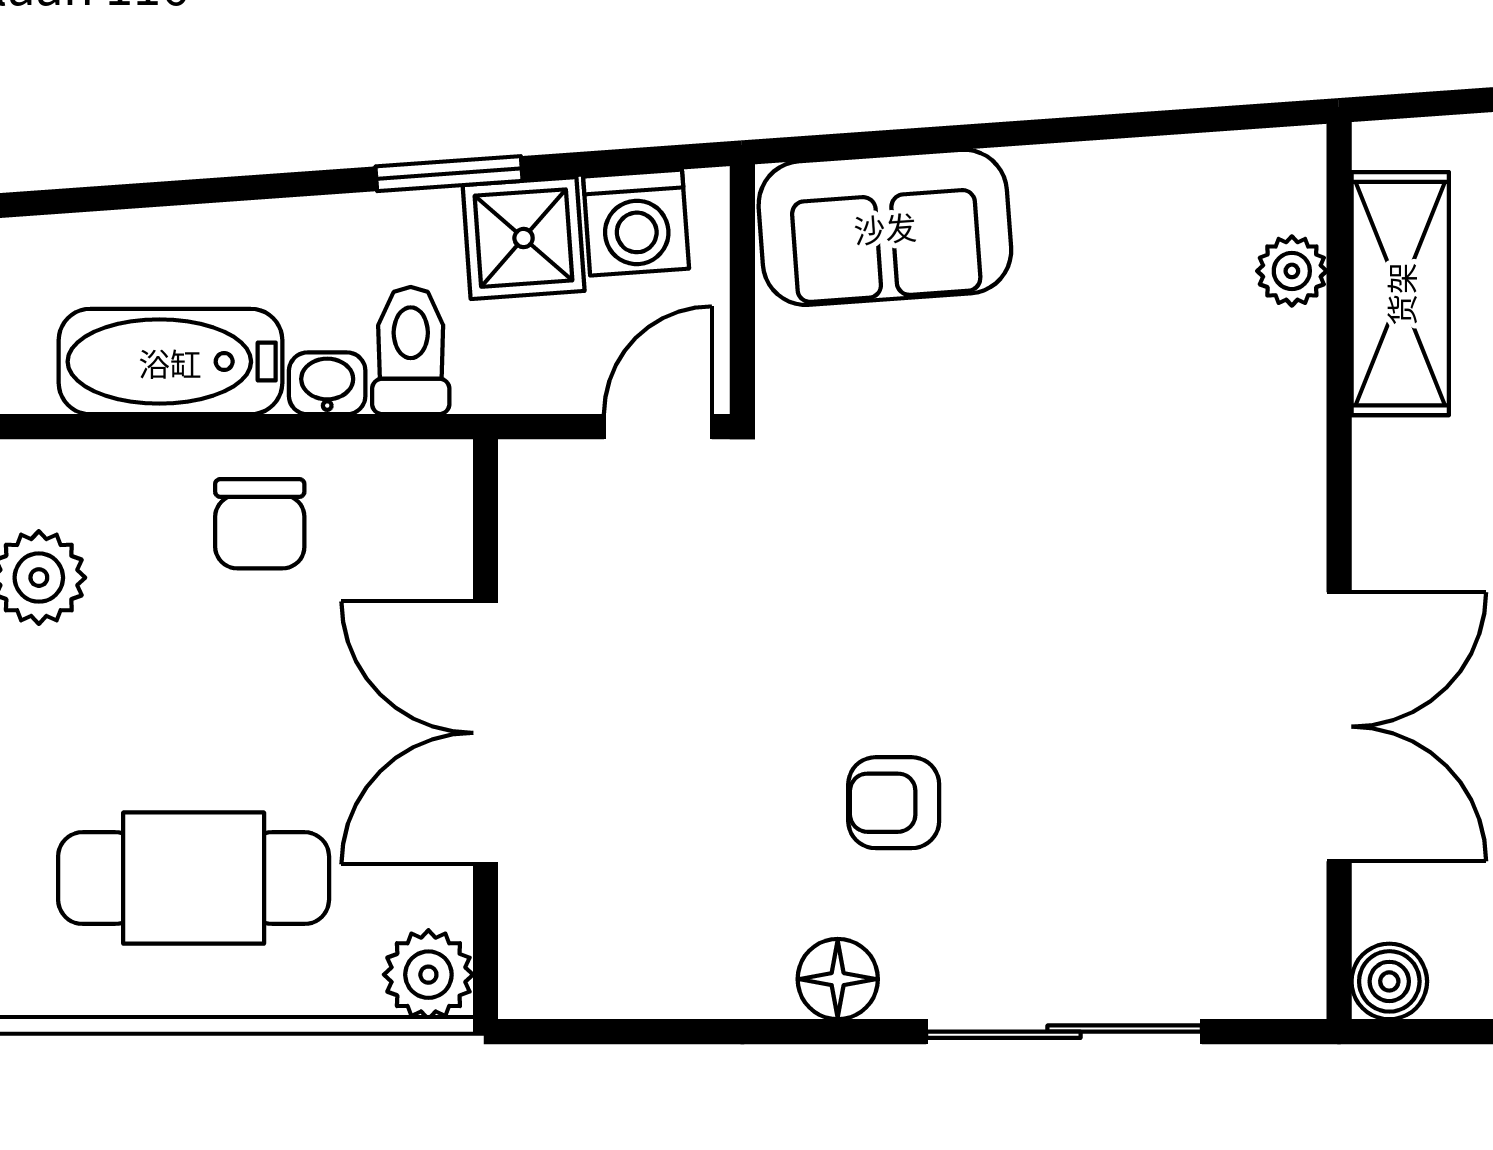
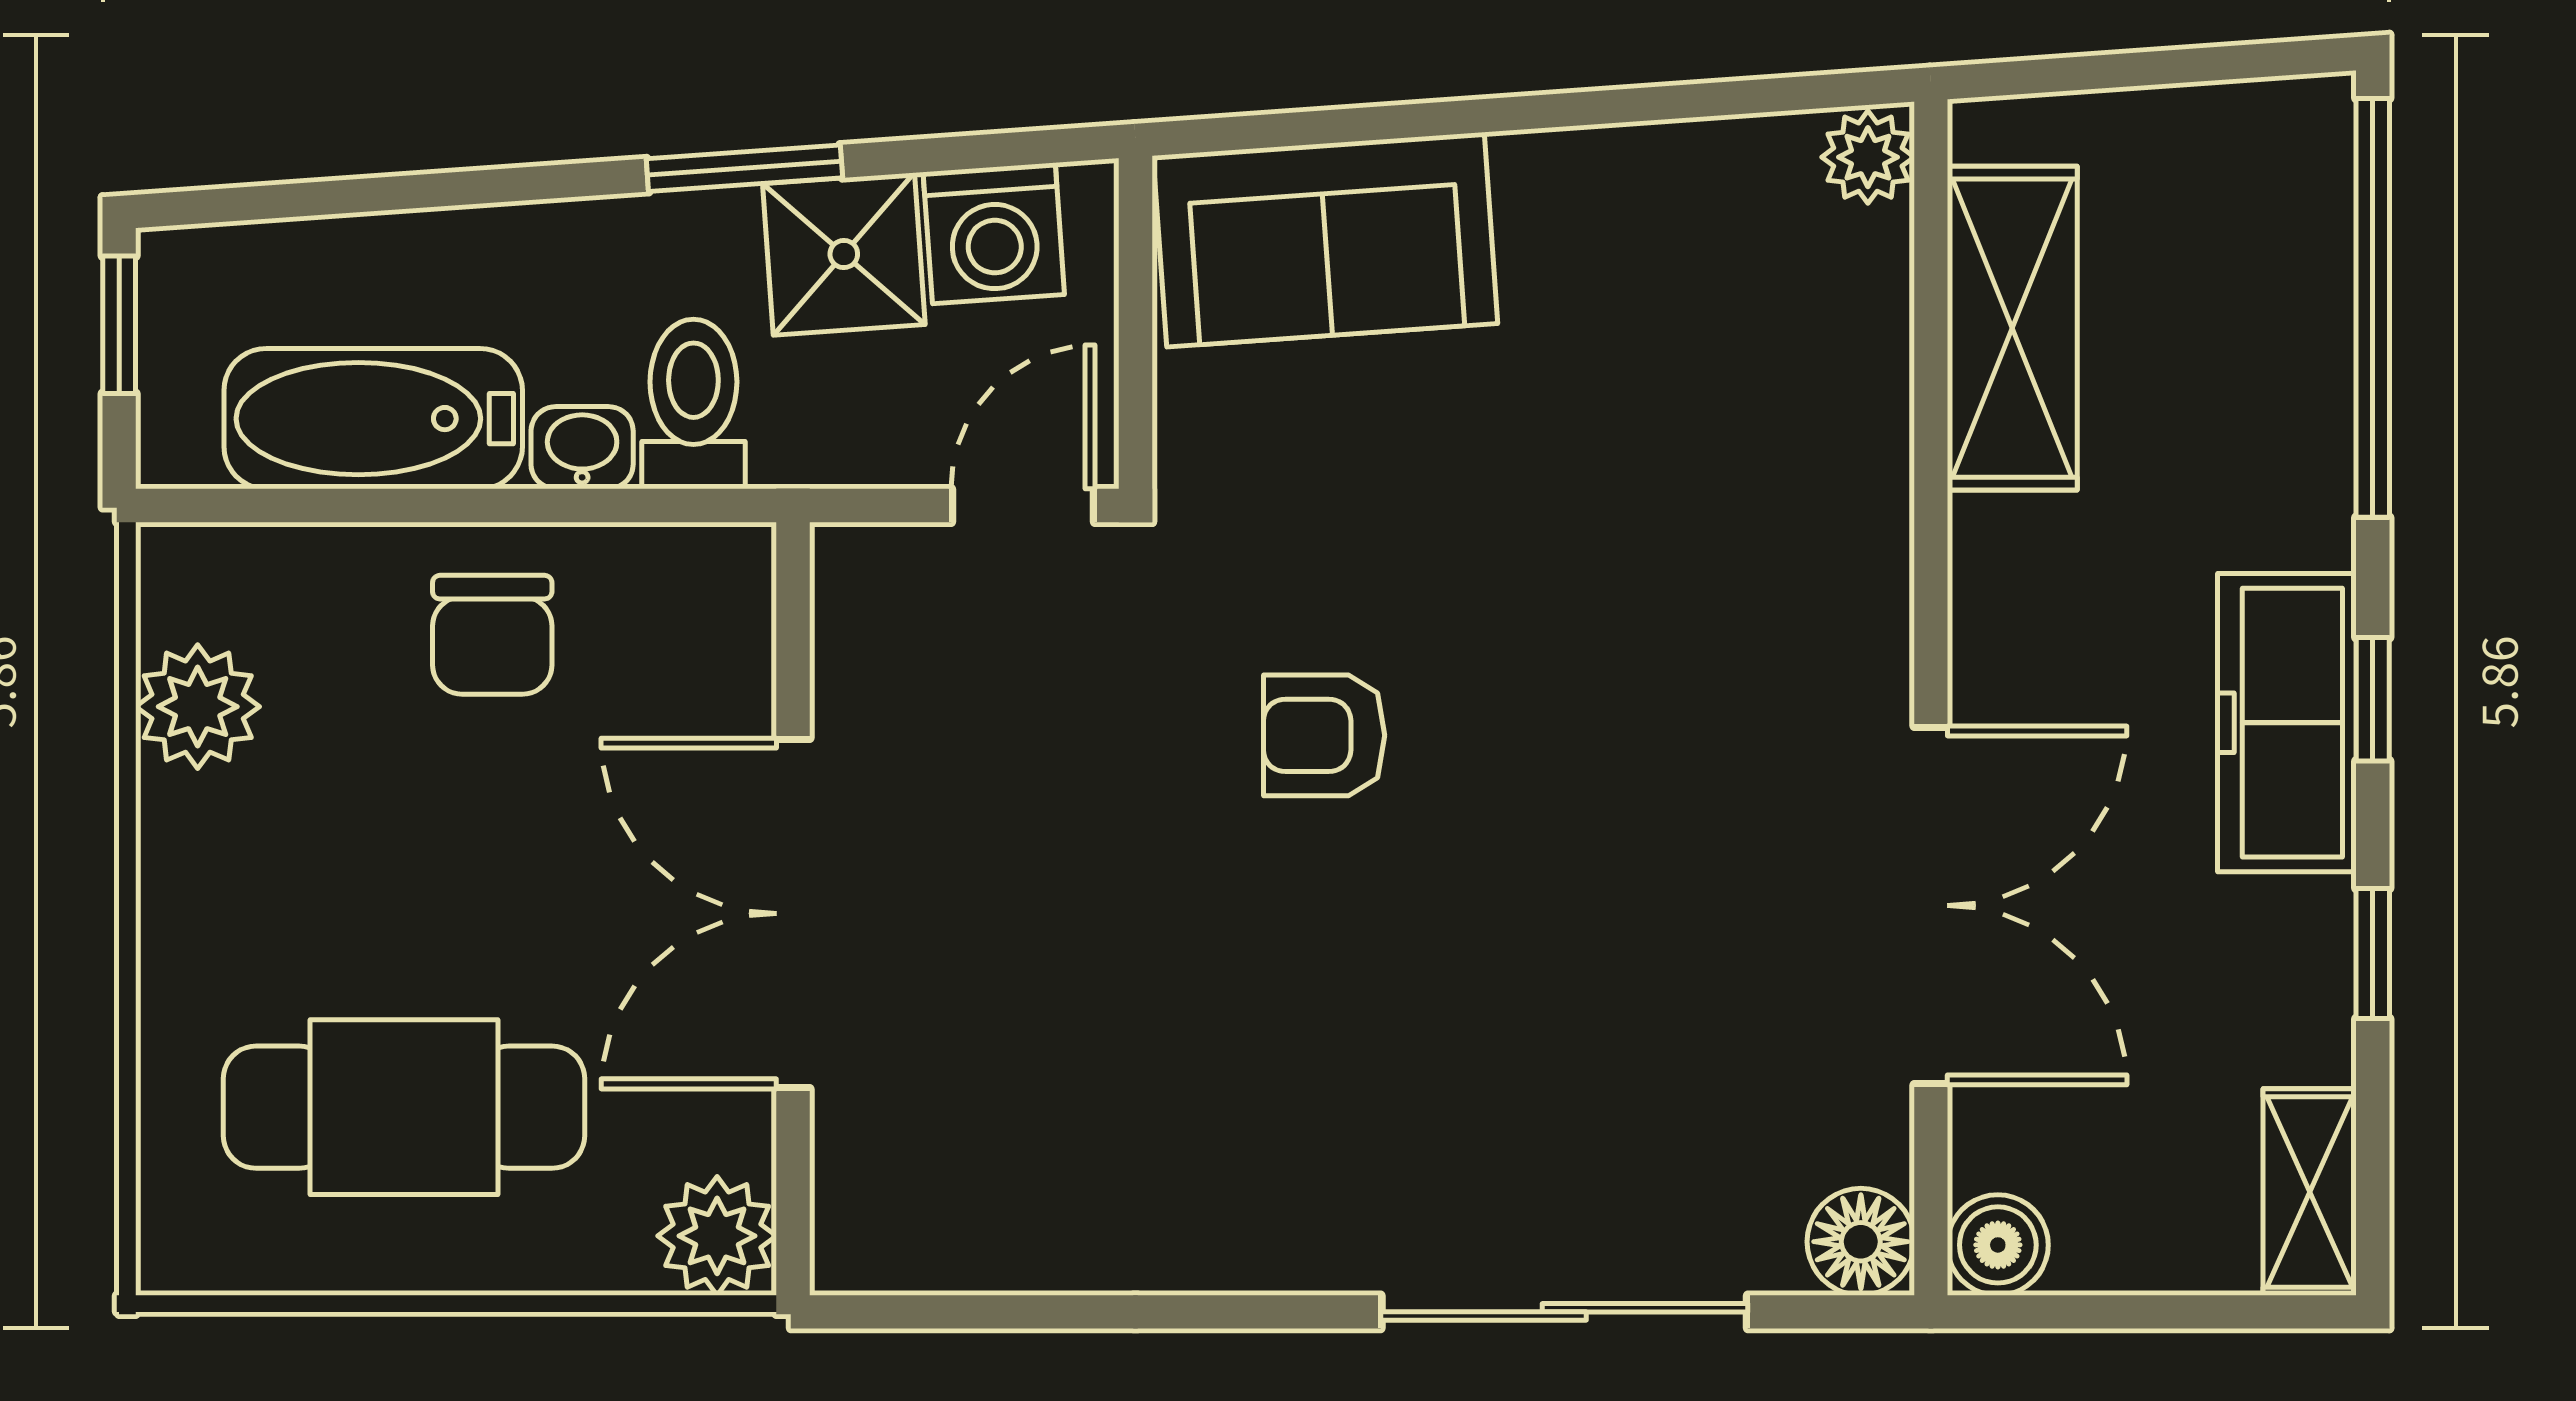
plant: (1292, 271) -> (1868, 157), moved
armchair: (894, 803) -> (1324, 735), moved
floor lamp: (838, 979) -> (1861, 1242), moved

